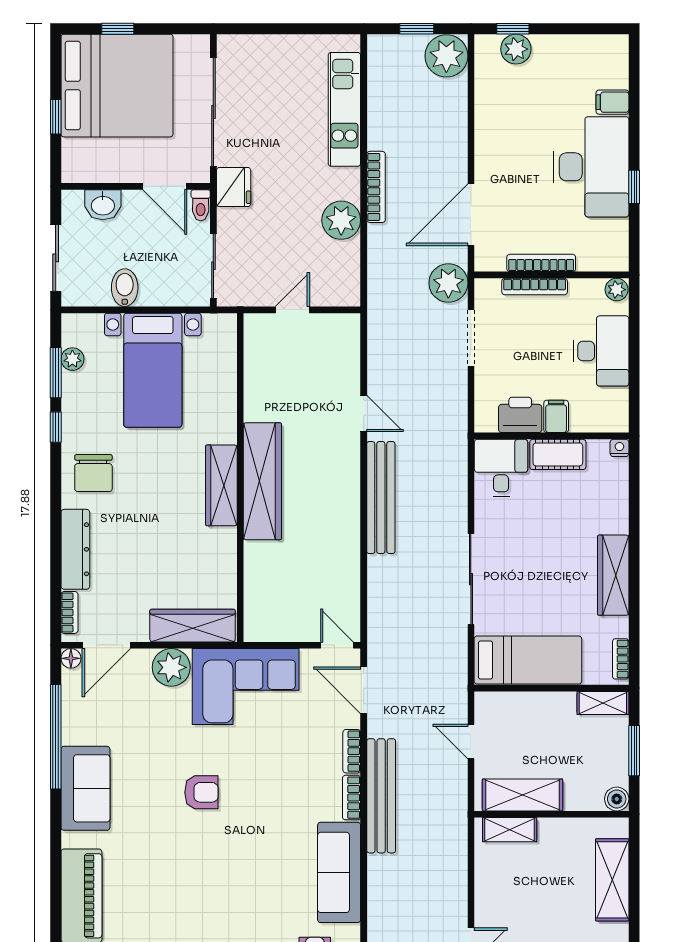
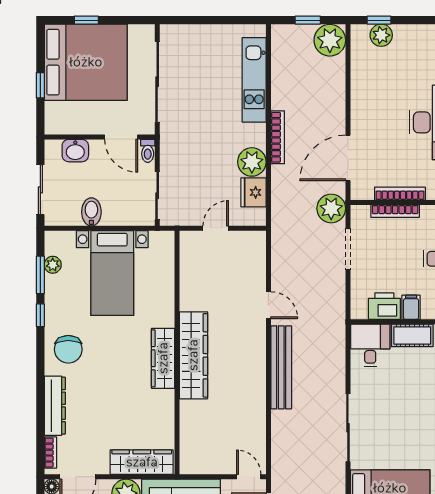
fridge: (234, 187) -> (254, 192), moved, turned 180

